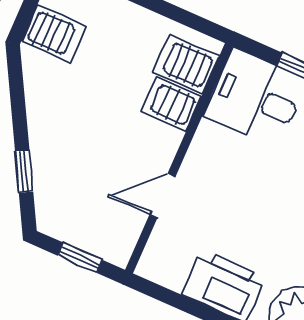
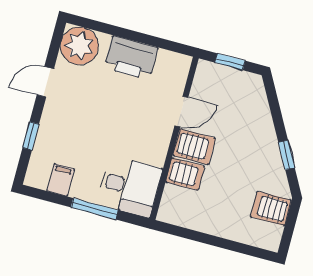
server rack: (186, 64) -> (194, 147), moved
window: (24, 171) -> (287, 155), moved

